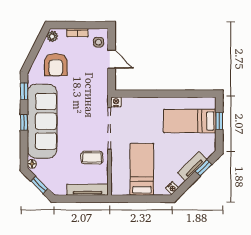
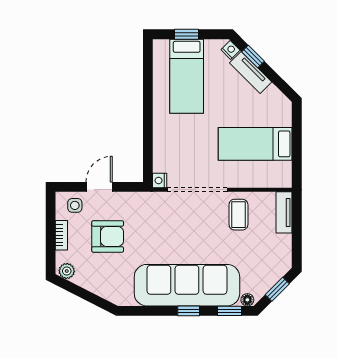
armchair: (56, 65) -> (108, 236), moved
window: (24, 91) -> (230, 311), moved
nightstand: (172, 188) -> (230, 50), moved
tv unit: (88, 190) -> (284, 212), width x0.71

